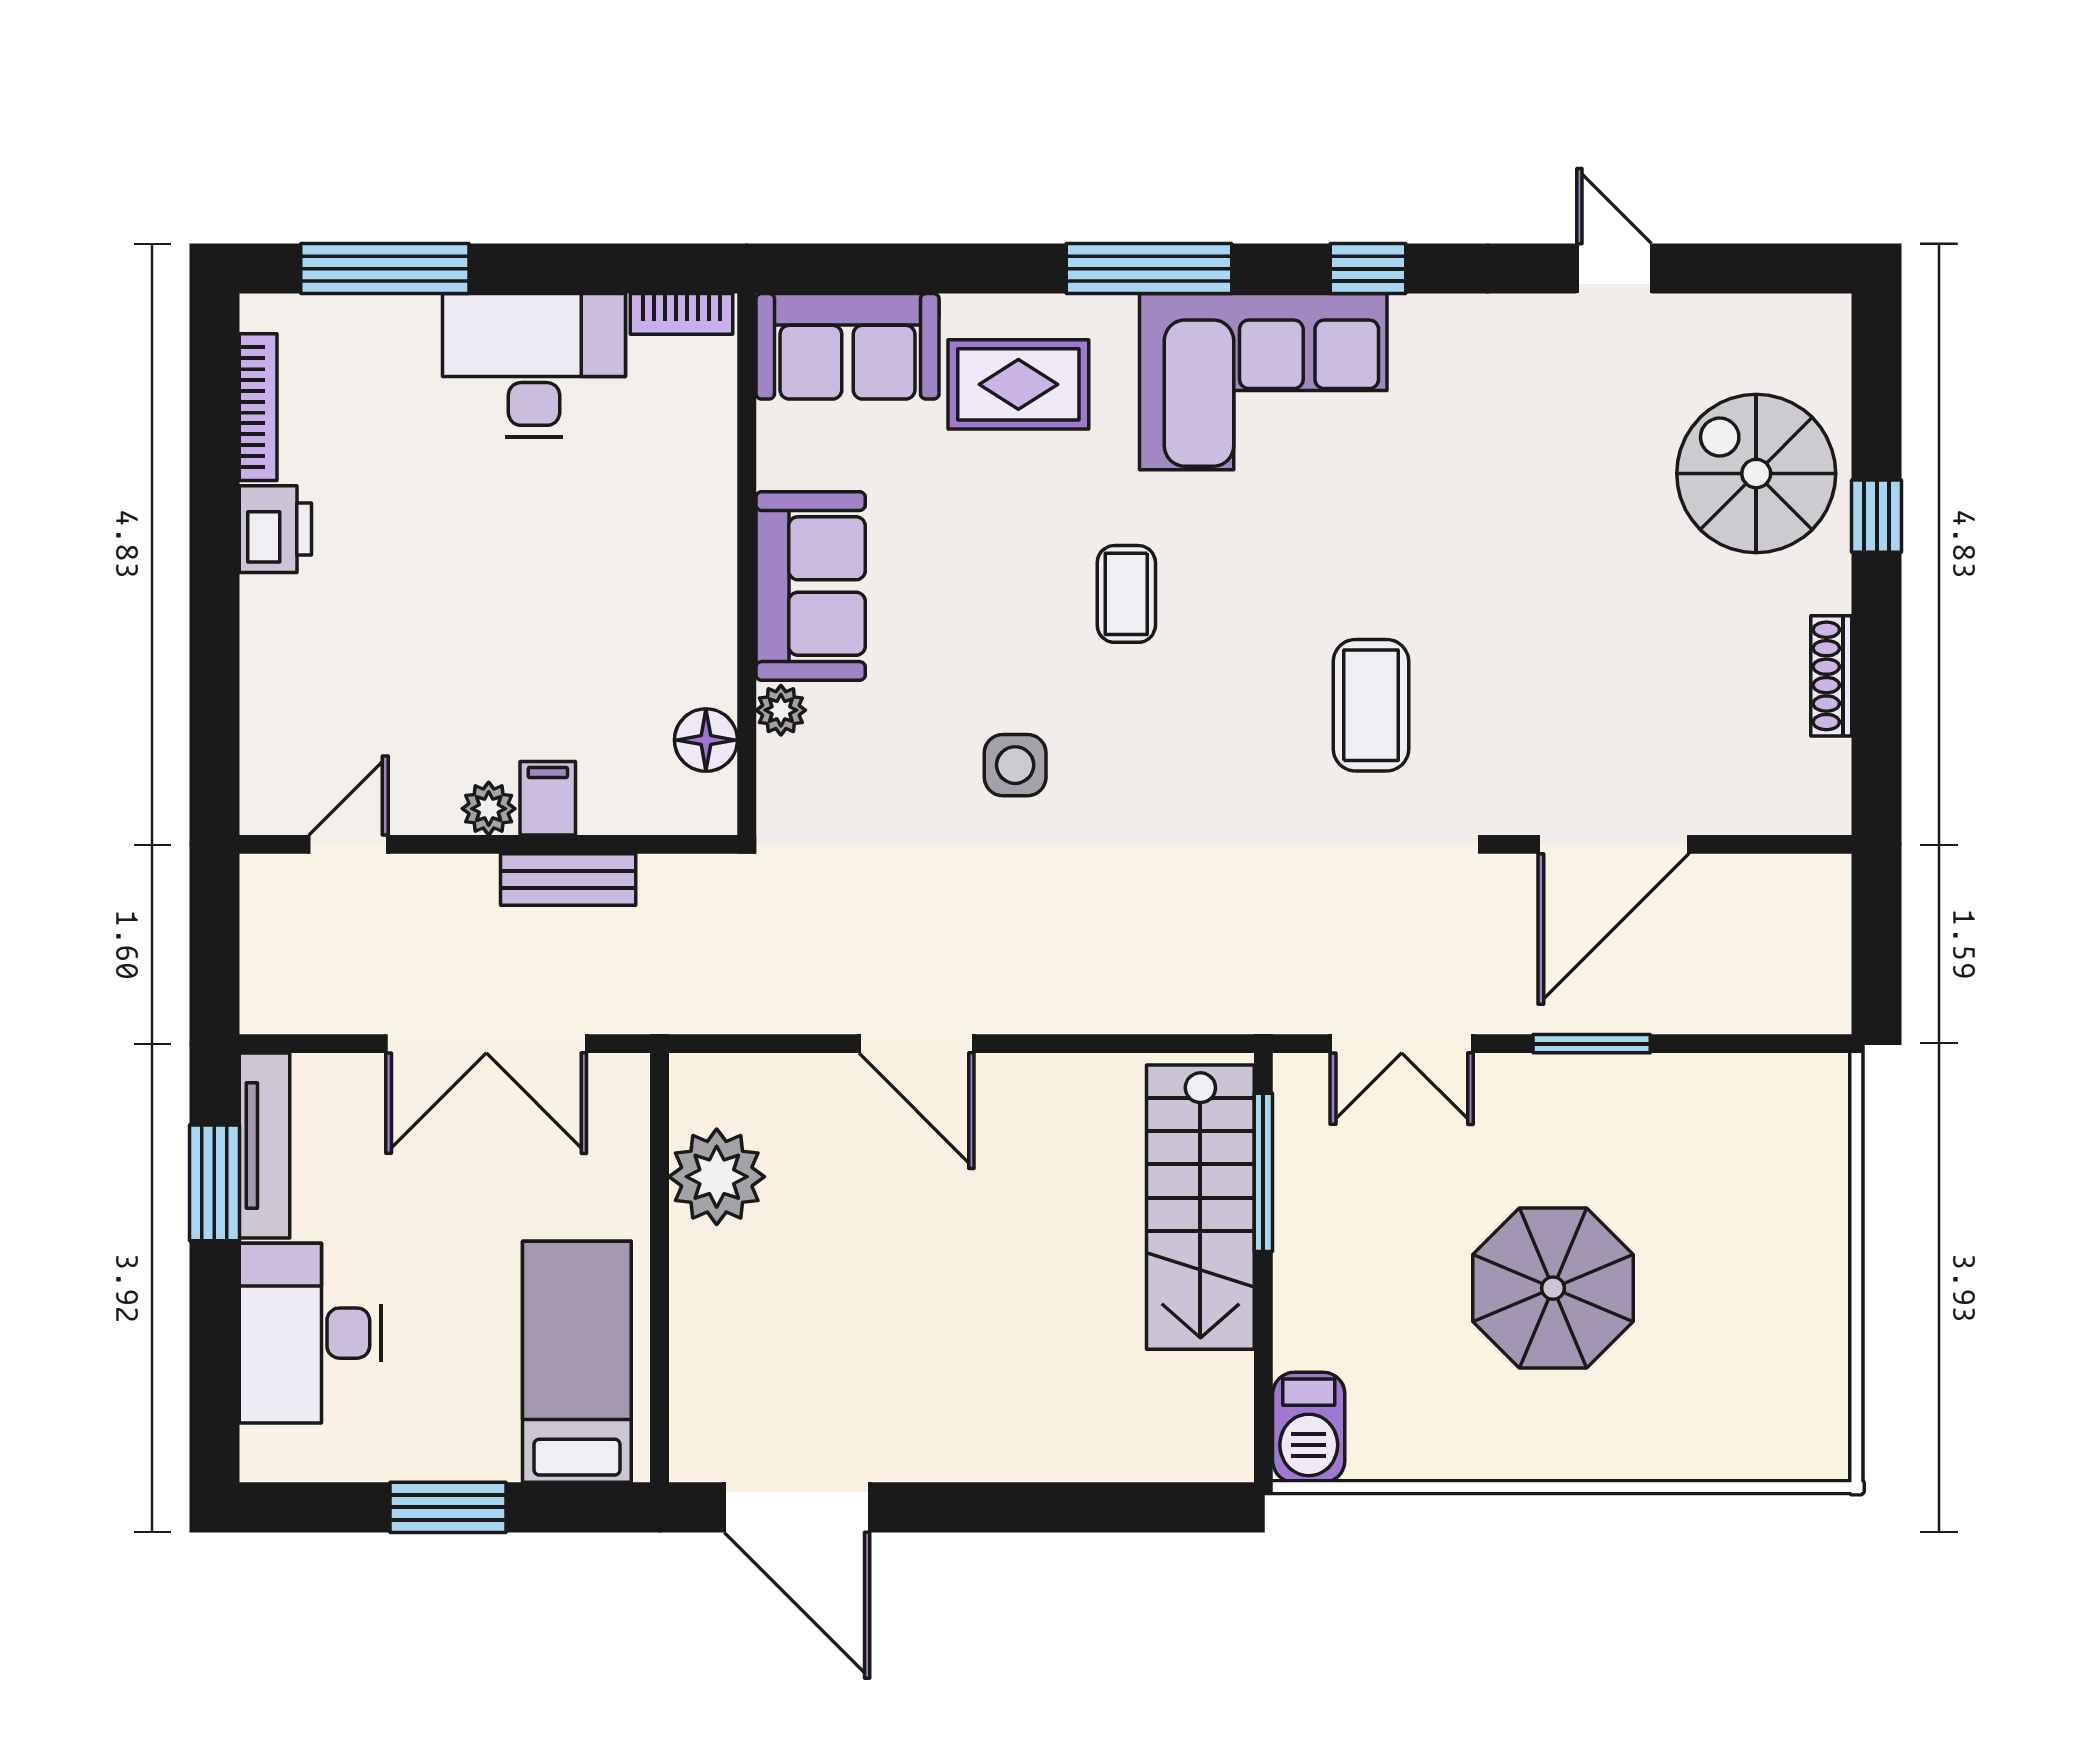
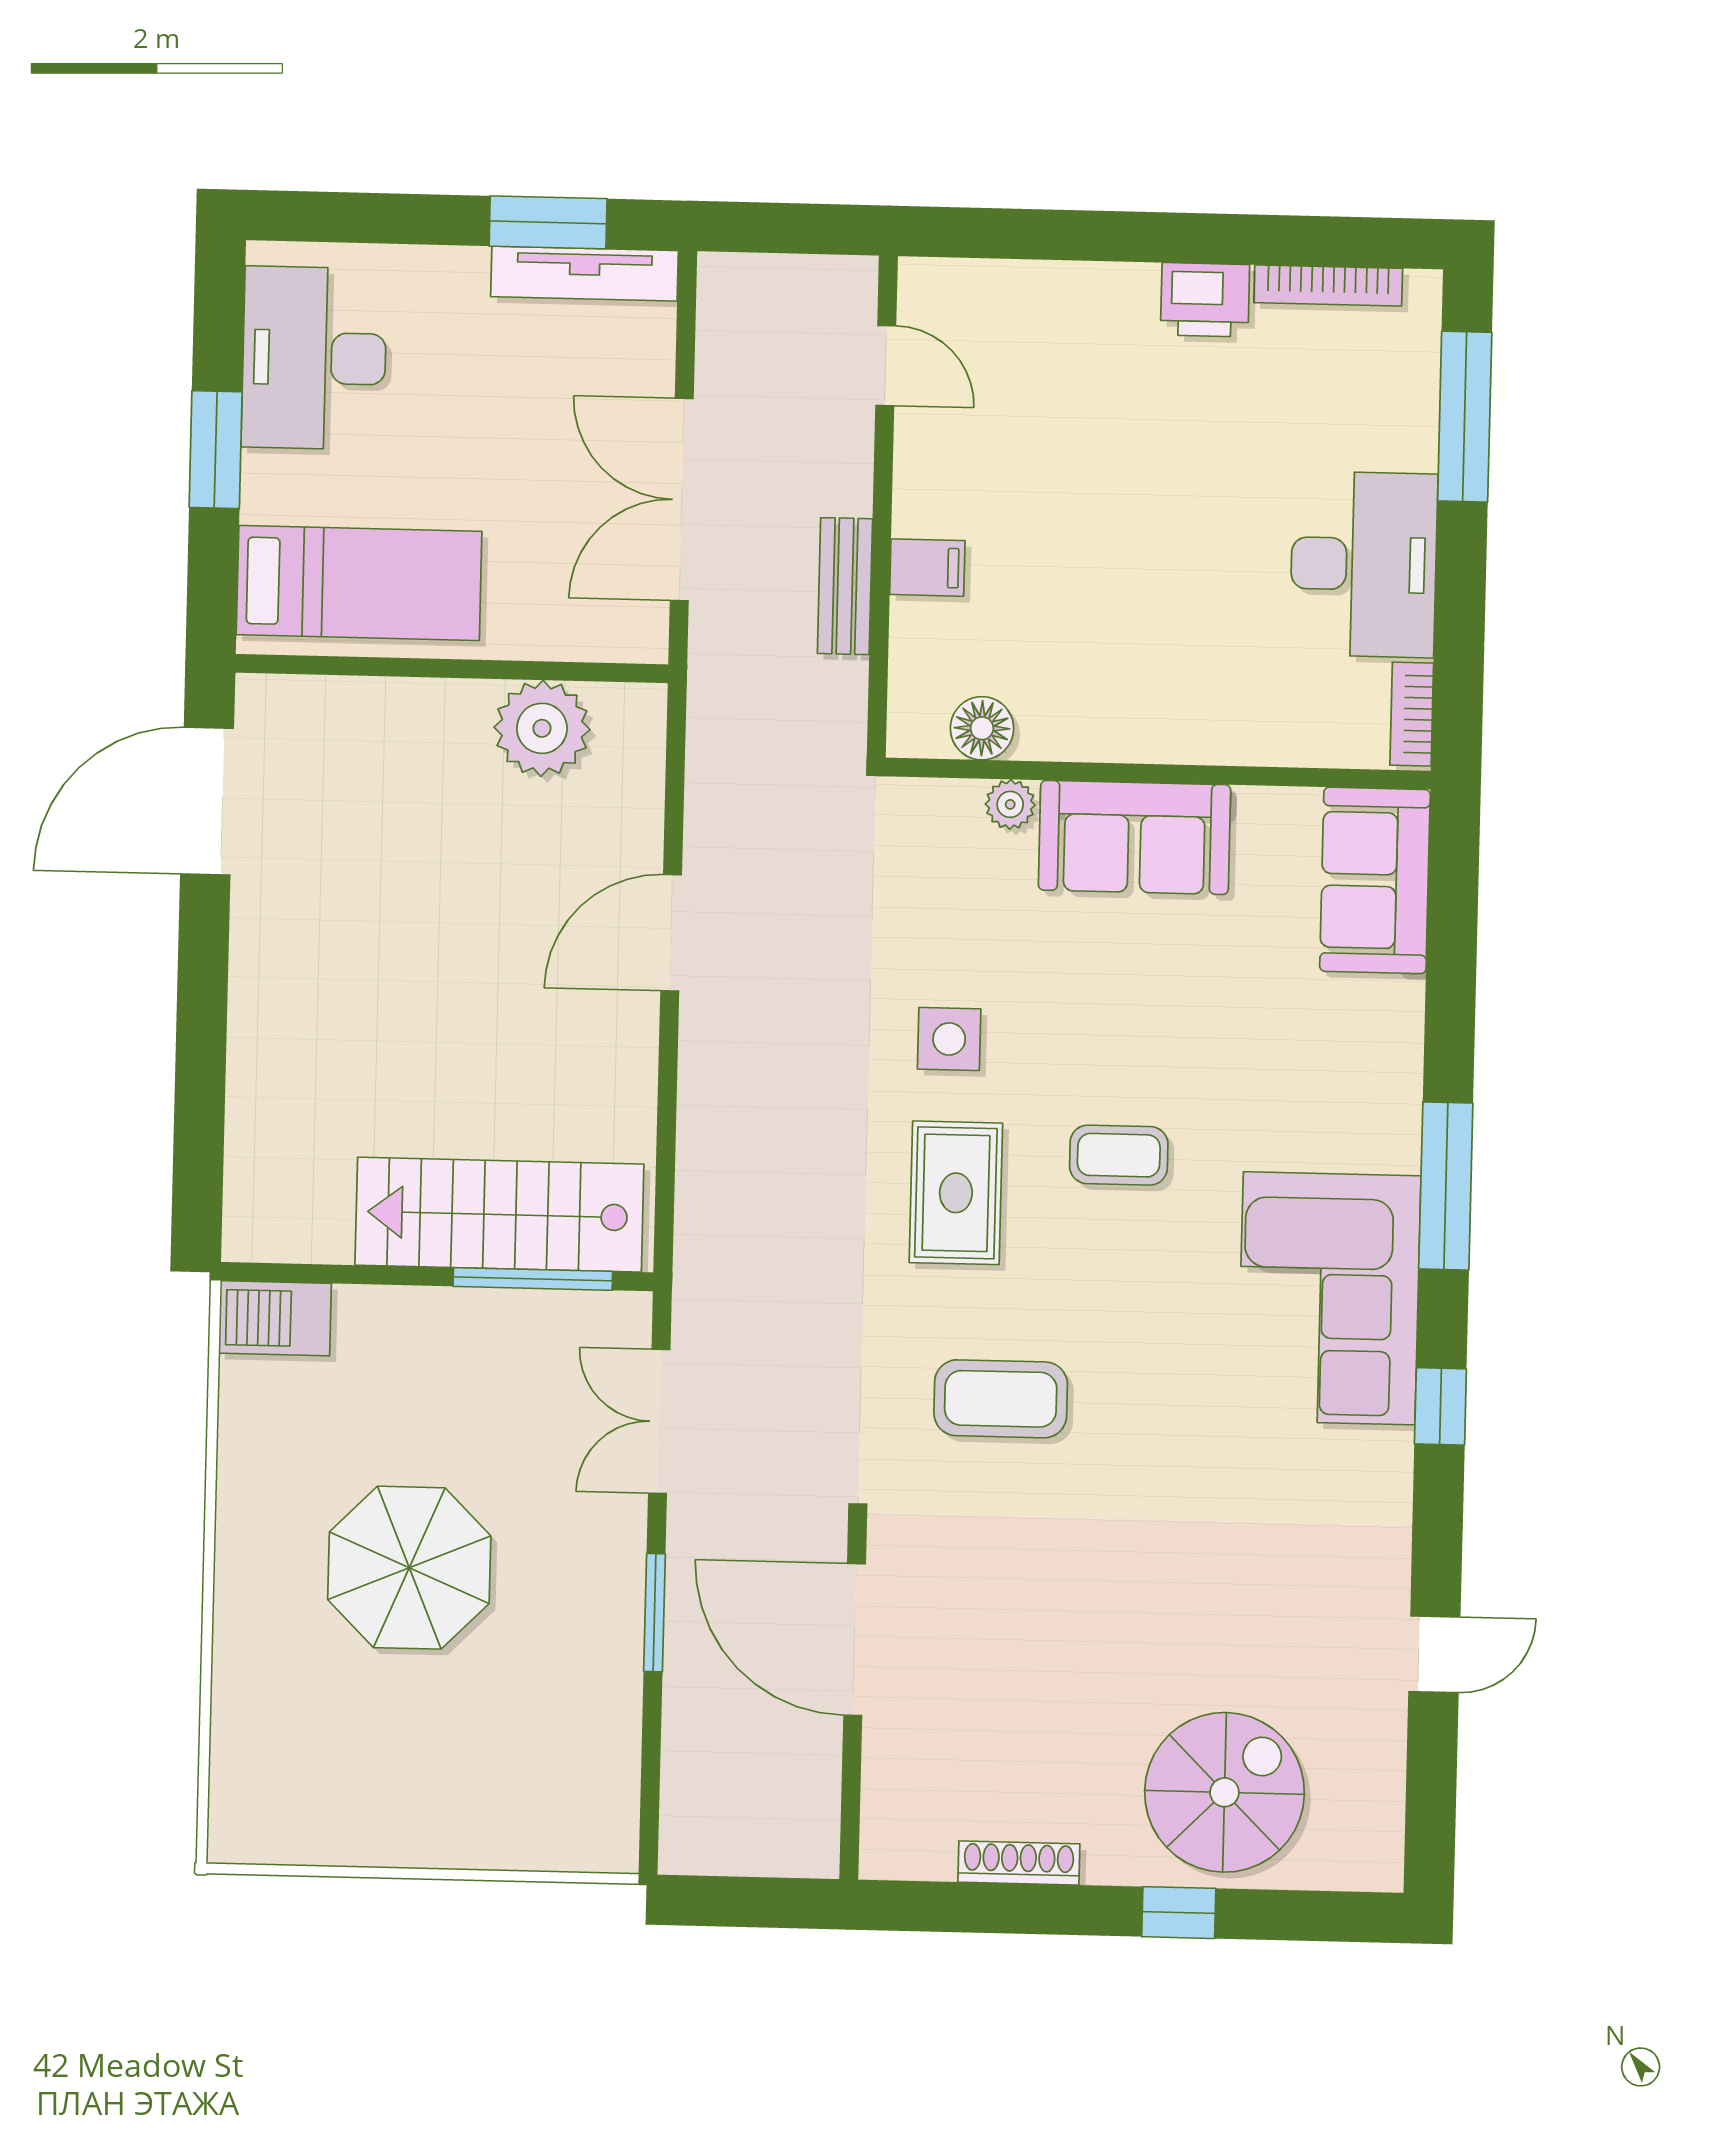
rug: (1018, 384) -> (956, 1193), moved
plant: (489, 809) -> (918, 508), removed
desk: (310, 1333) -> (314, 358), moved, turned -90

